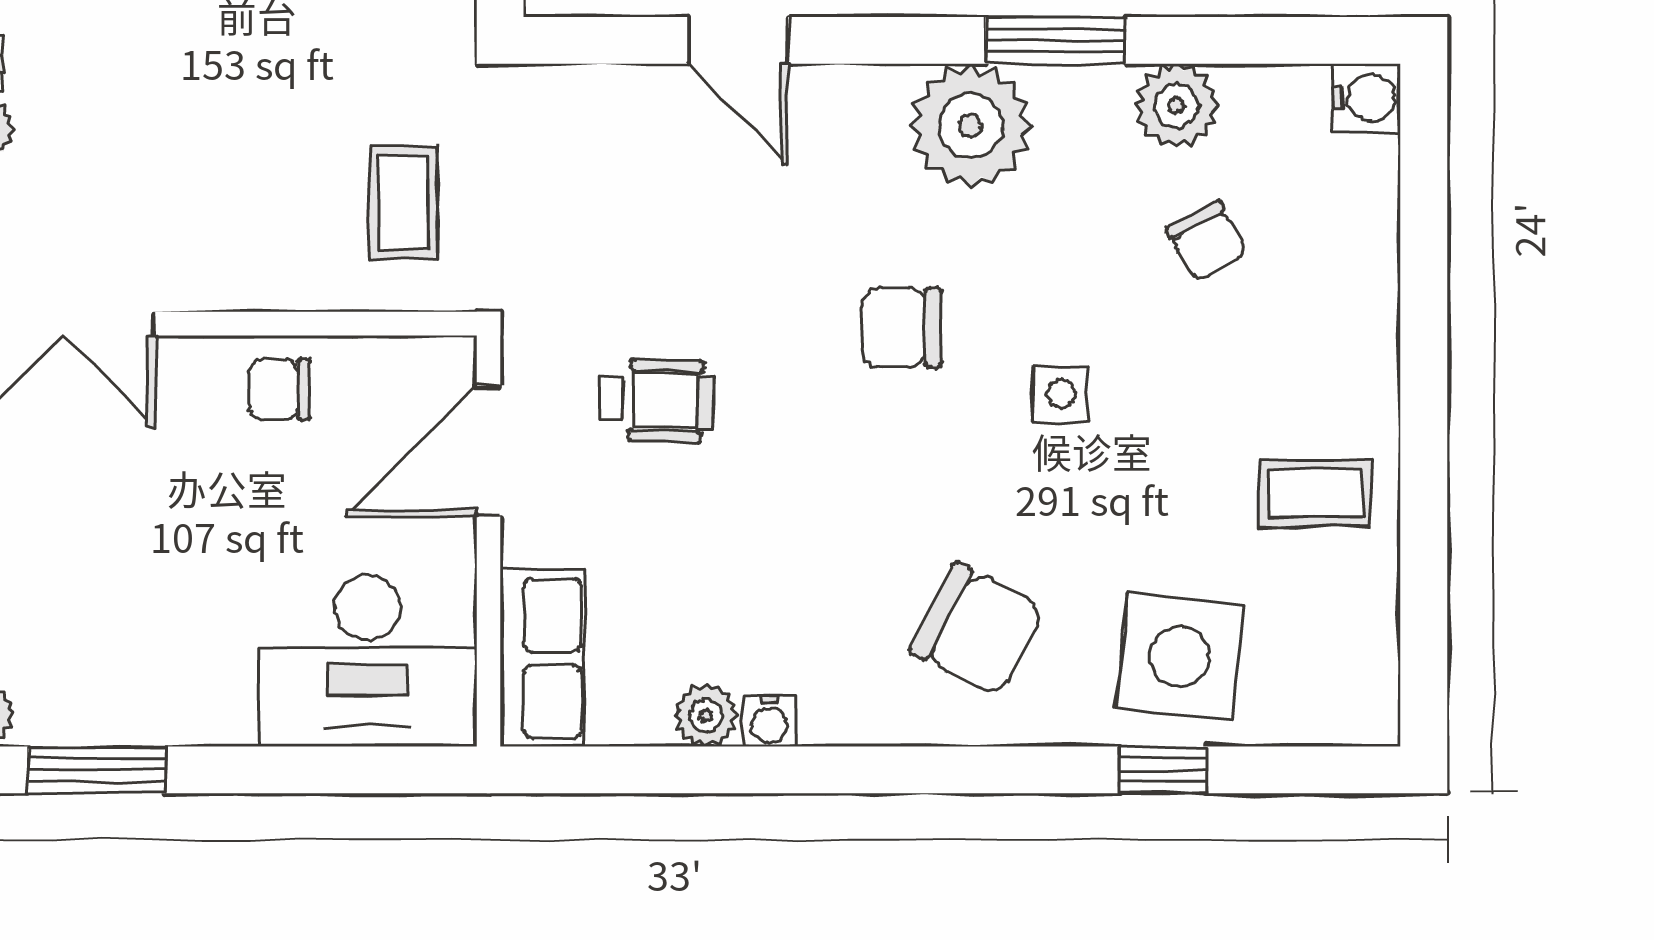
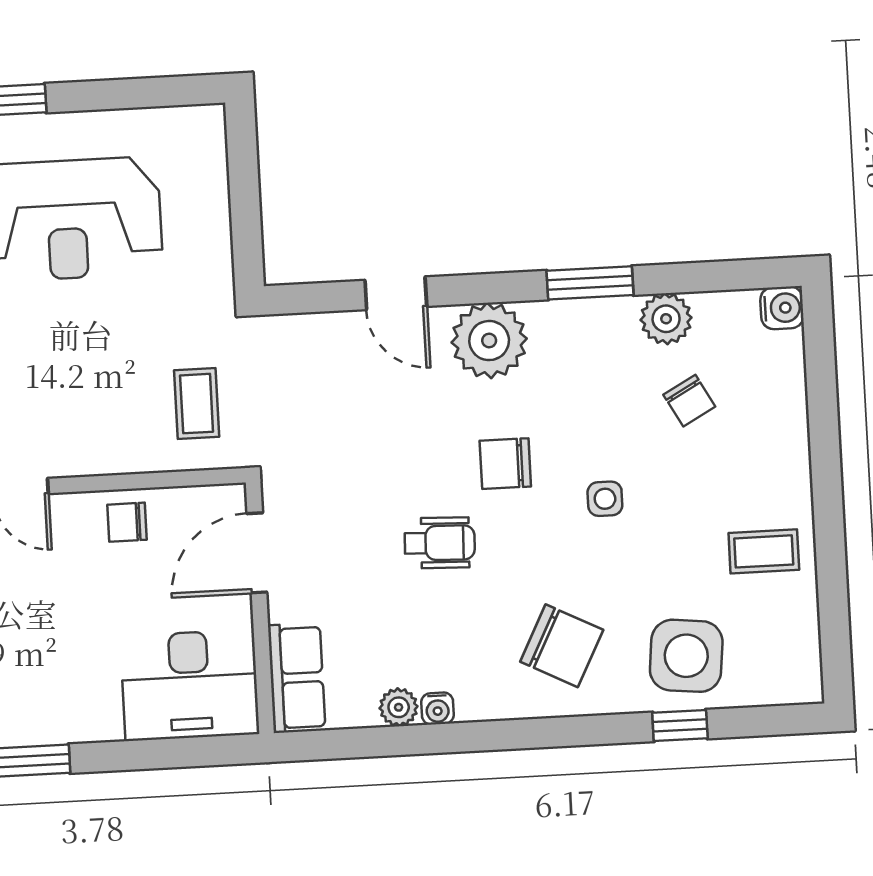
plant: (971, 125) -> (489, 341), moved
wheelchair: (657, 400) -> (440, 543), moved

